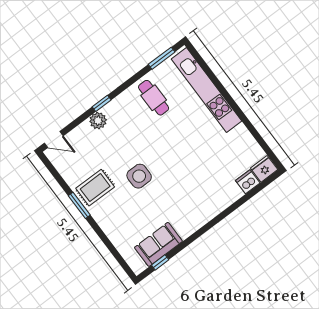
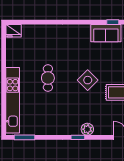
cafe table: (154, 98) -> (48, 78), moved
side table: (139, 176) -> (88, 80), turned 45
dishwasher: (248, 182) -> (28, 30), removed

